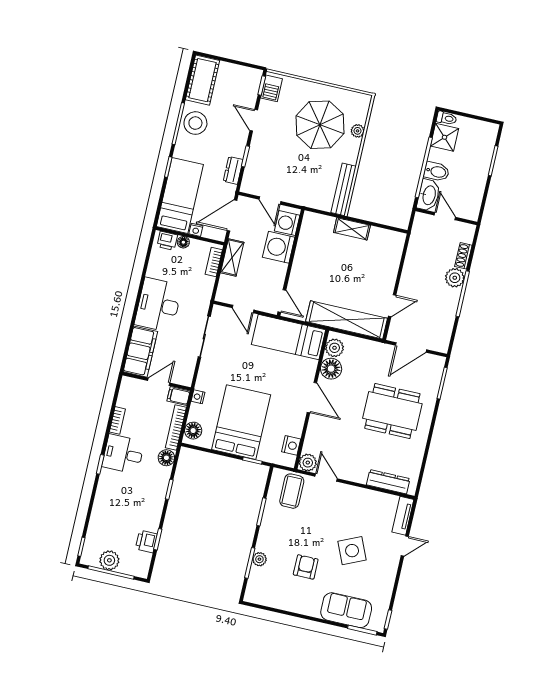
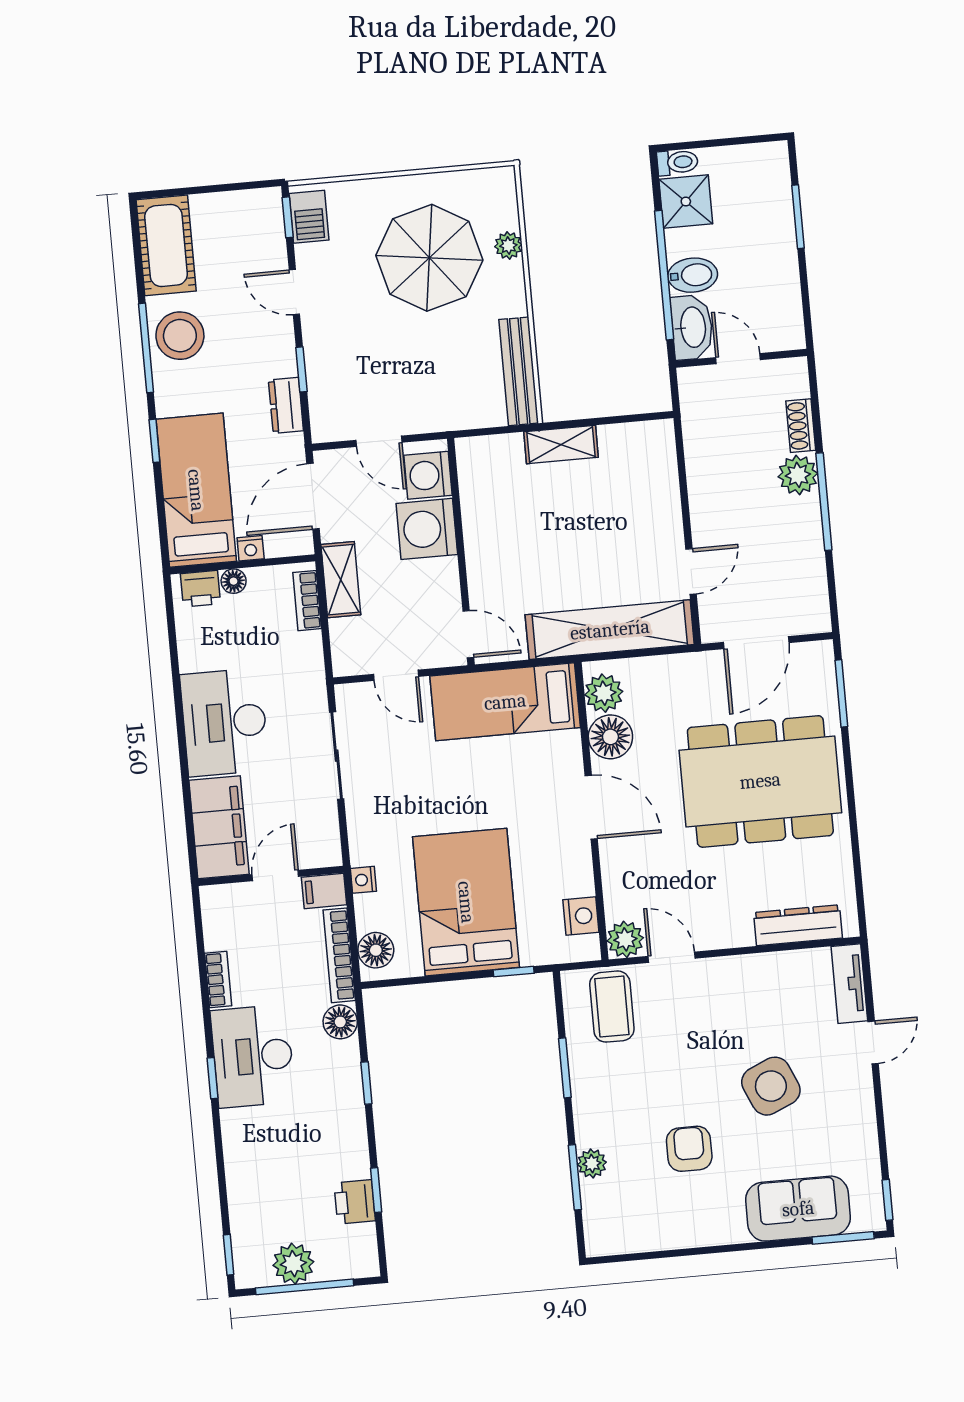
dining table: (392, 411) -> (760, 781), width x1.36, depth x1.24
desk: (123, 454) -> (253, 1056), width x1.37

